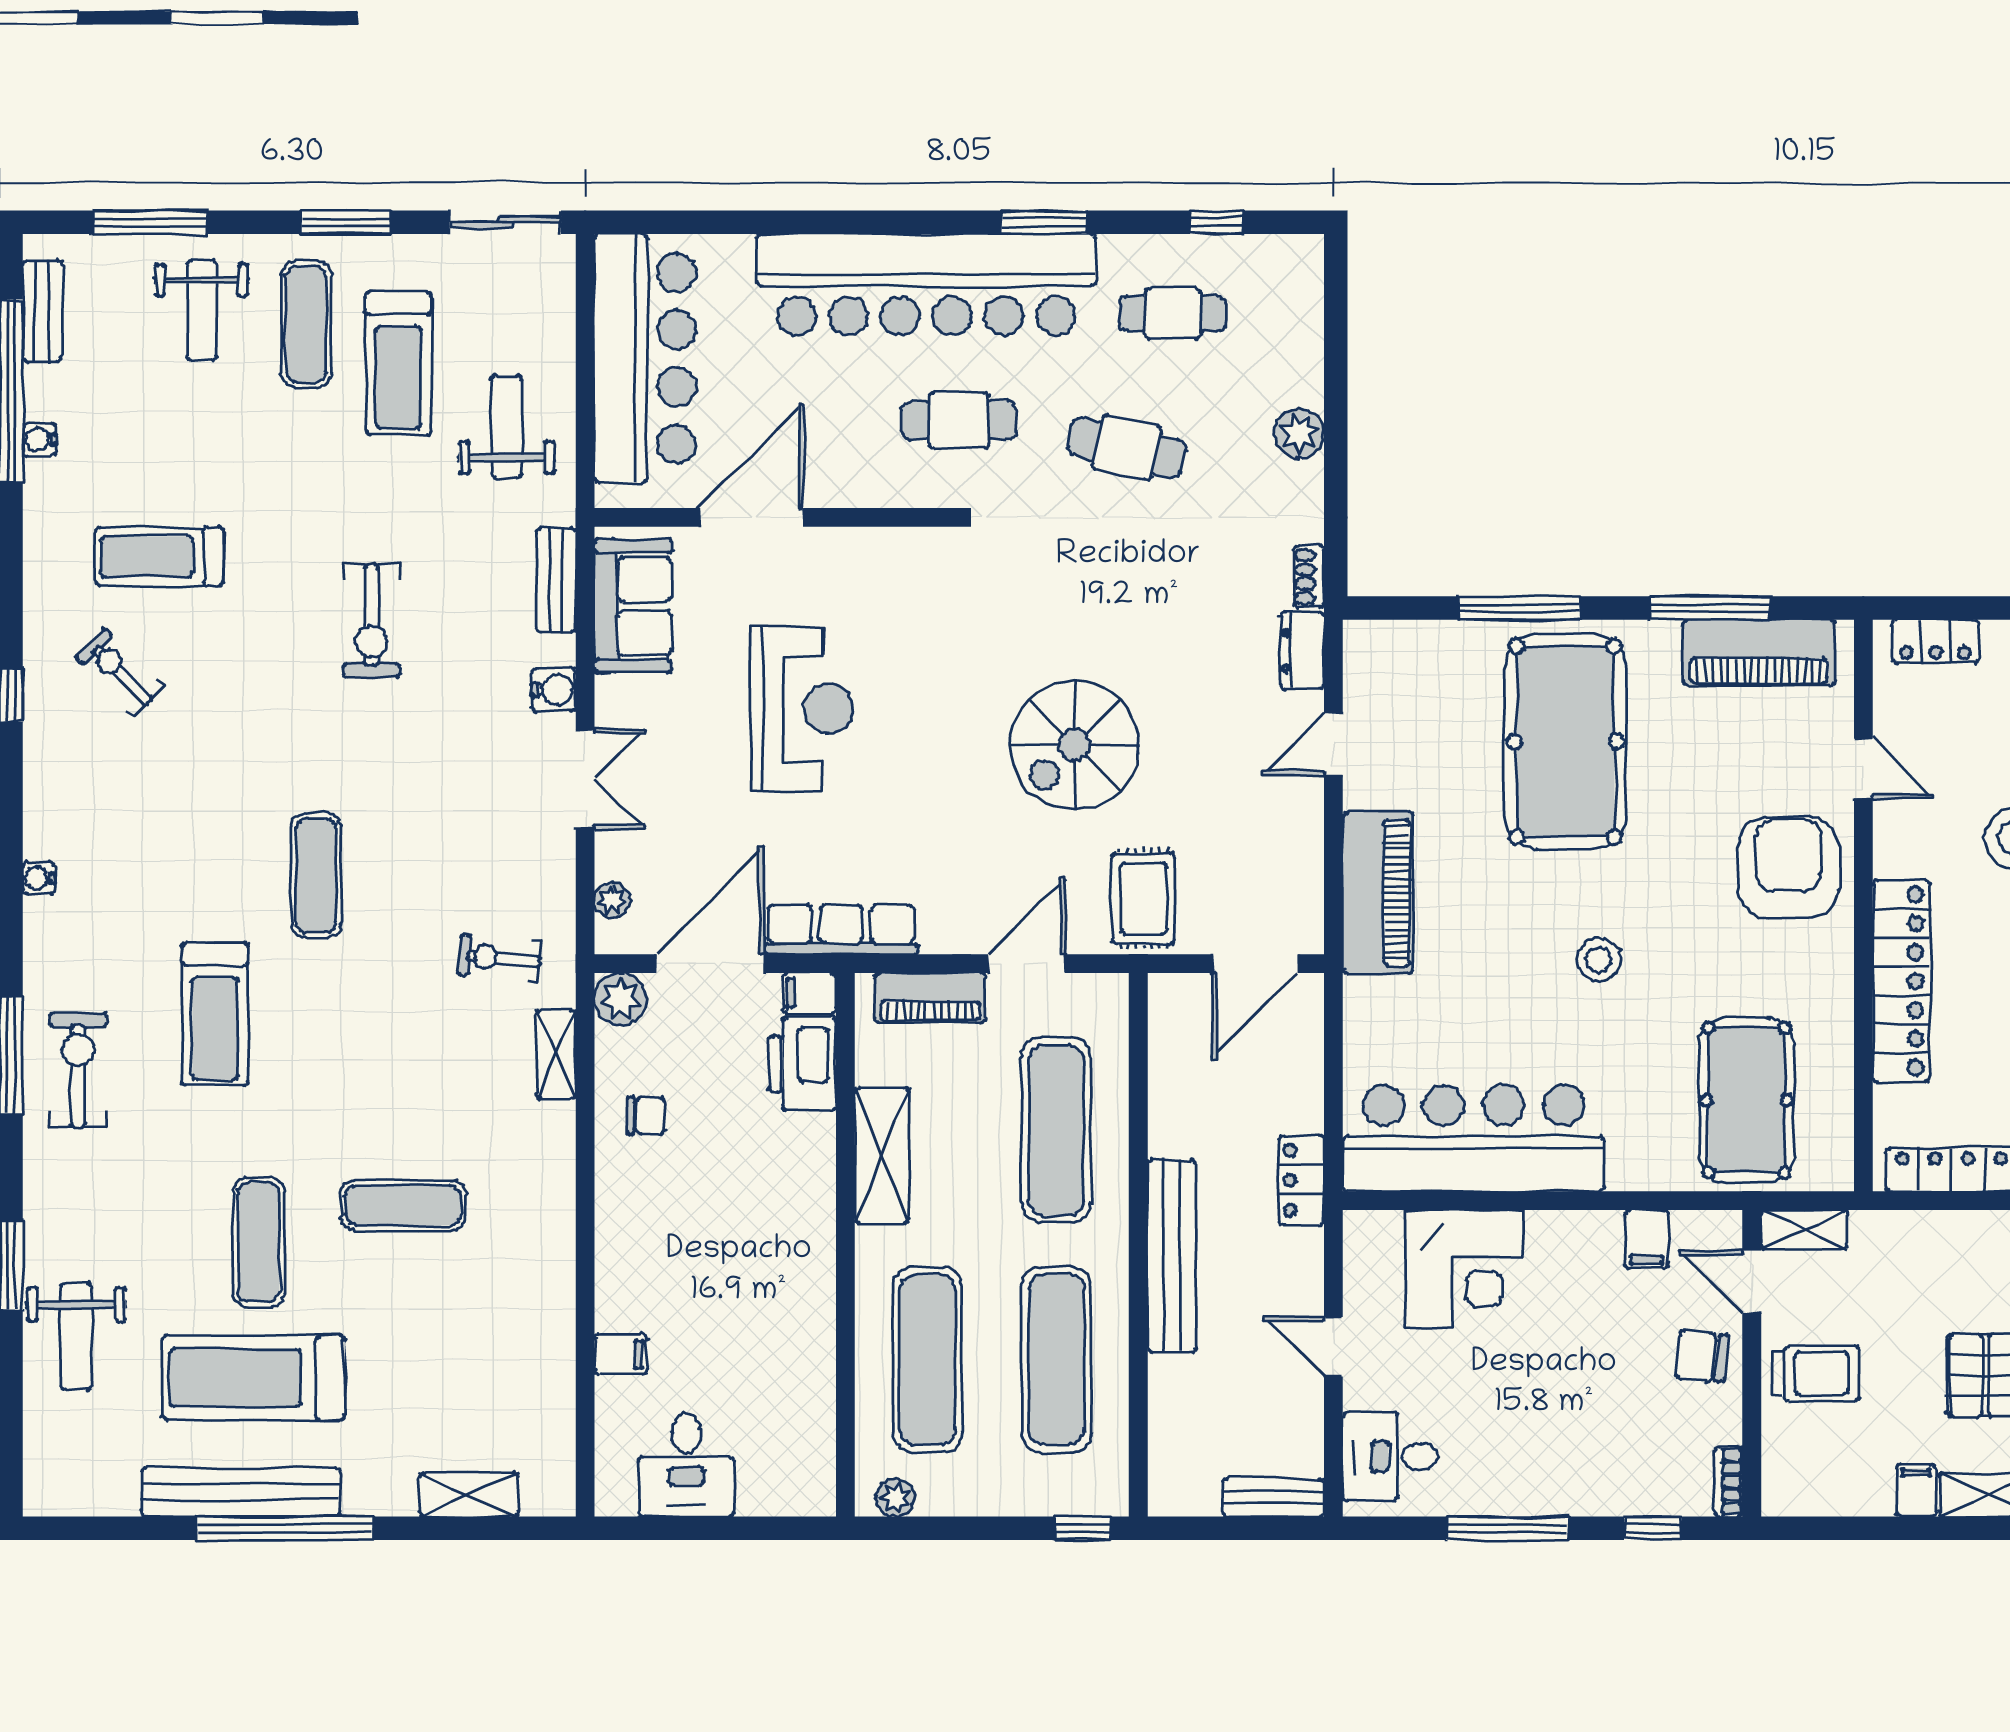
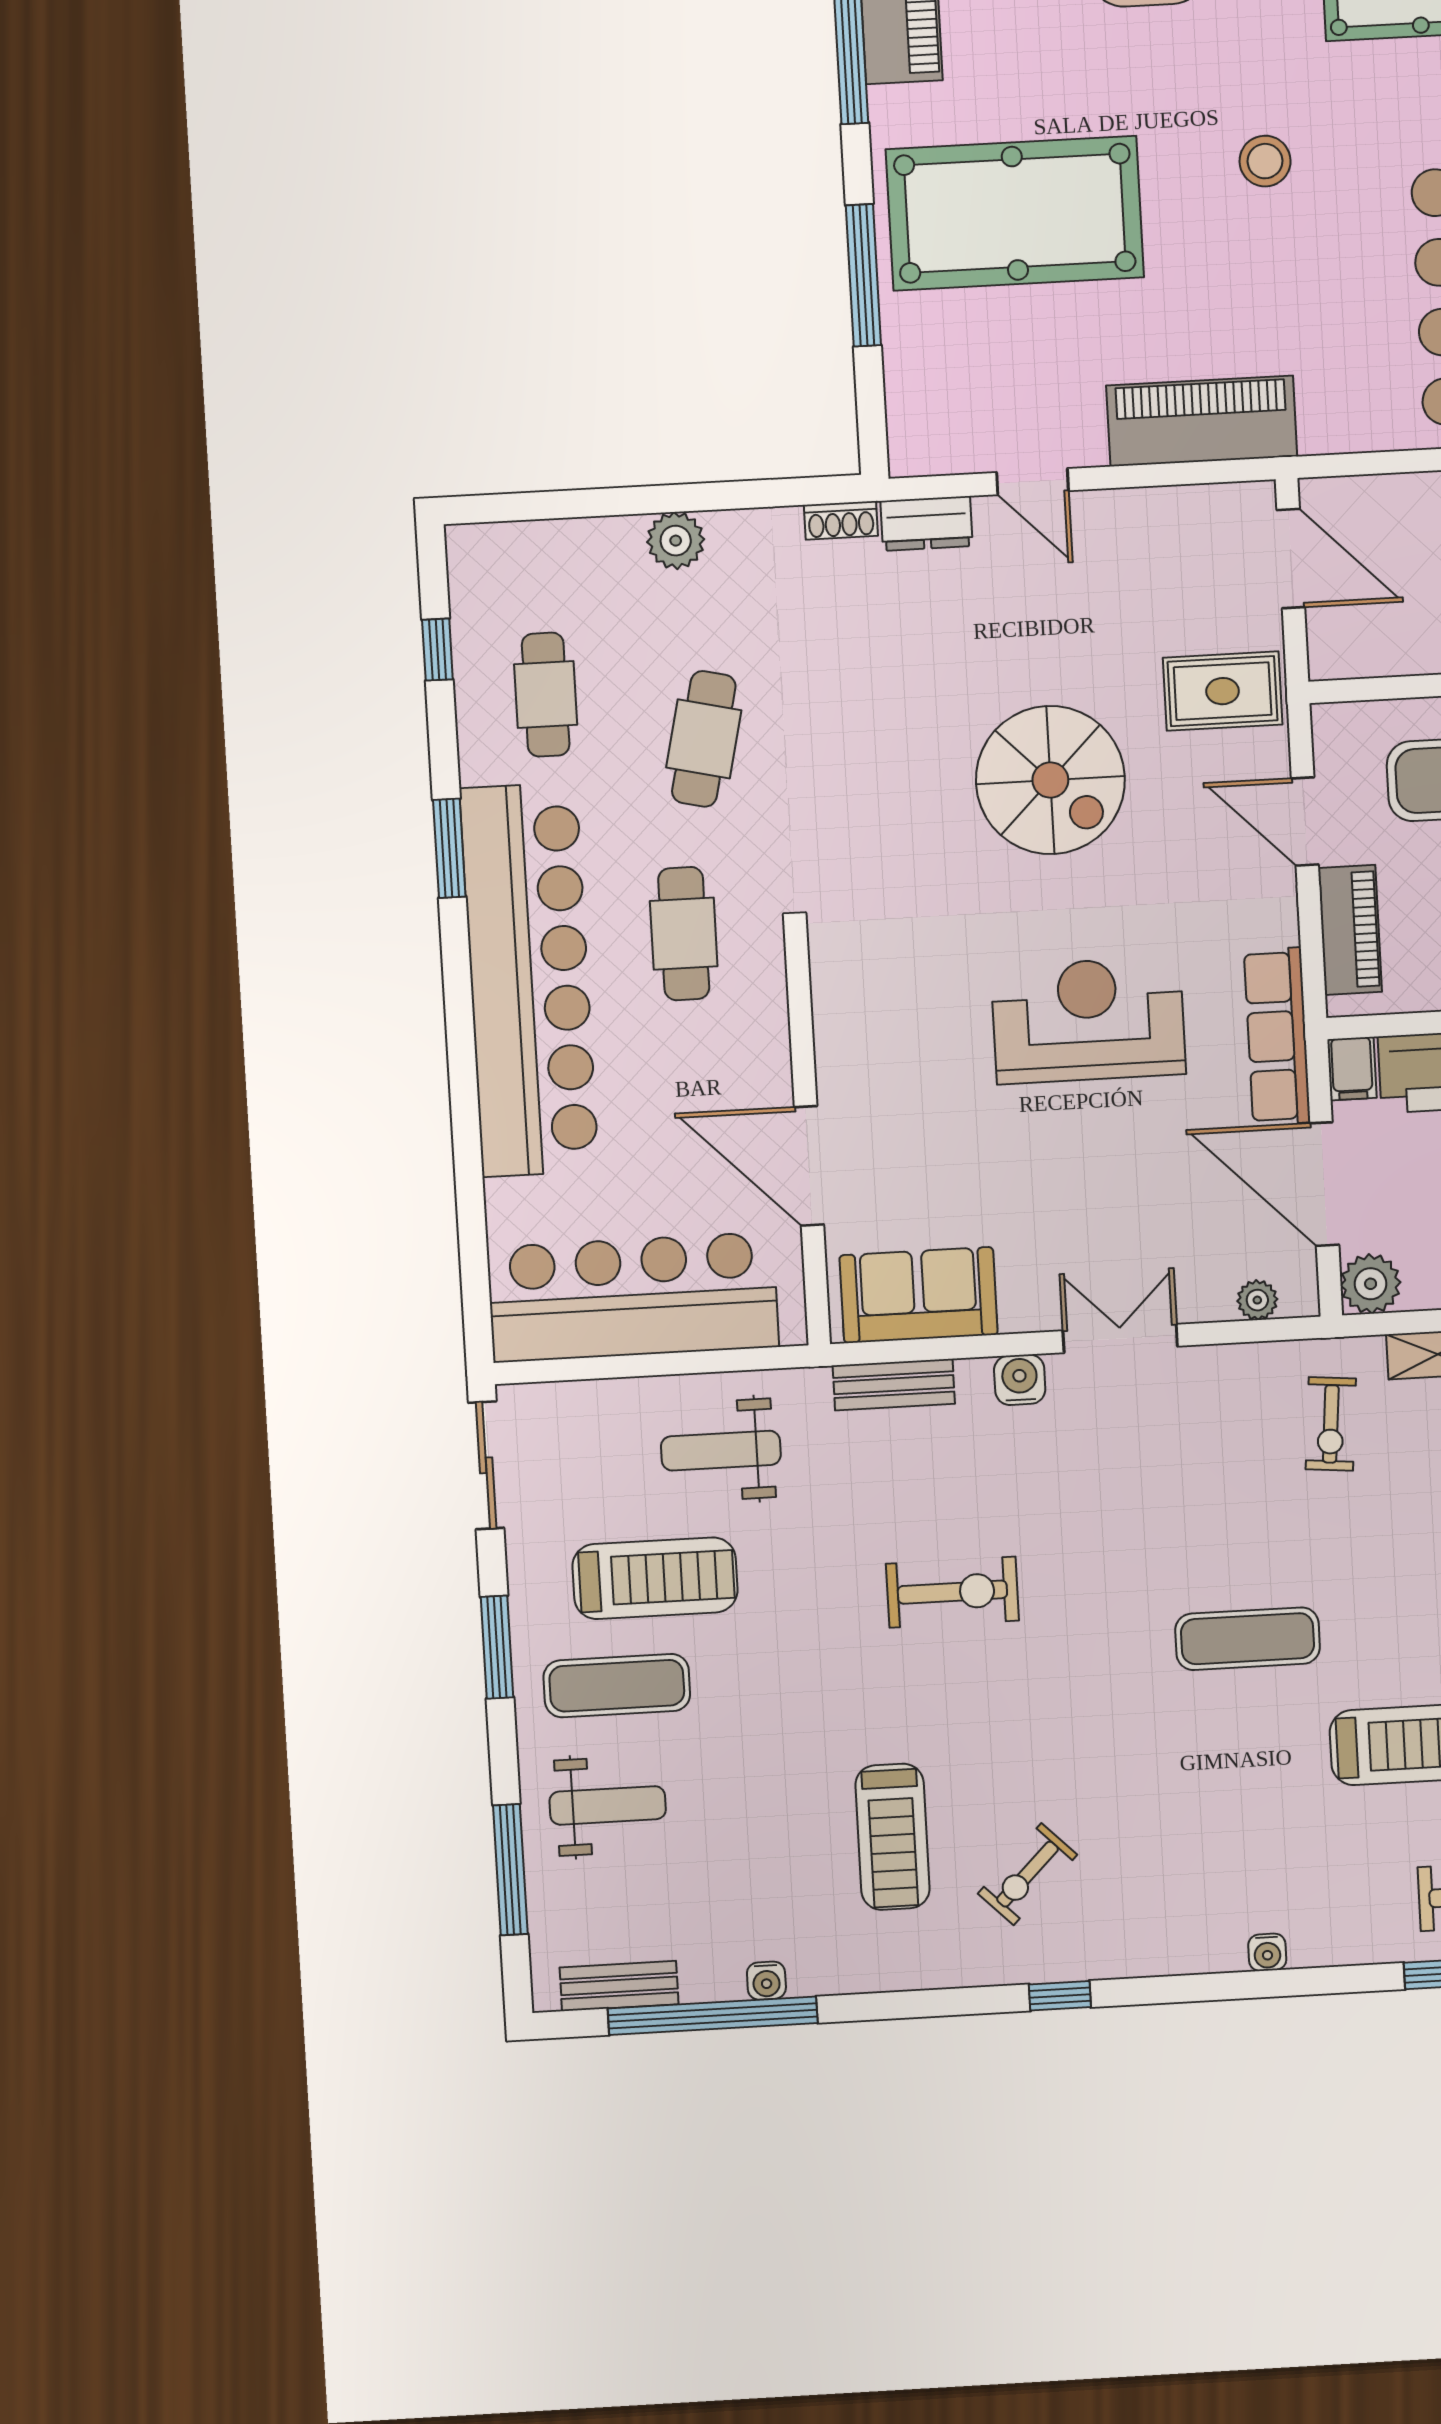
reception desk: (802, 709) -> (1088, 1020), moved

